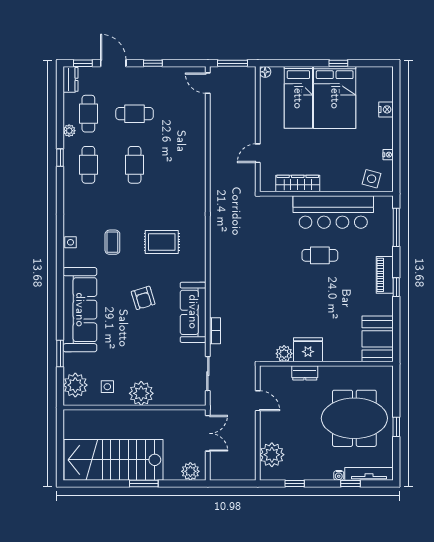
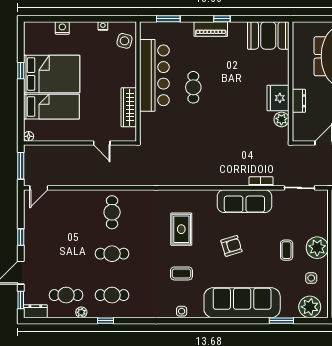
cafe table: (135, 114) -> (112, 212), moved
window: (396, 227) -> (168, 19), width x0.69
coffee table: (138, 359) -> (287, 250), added

